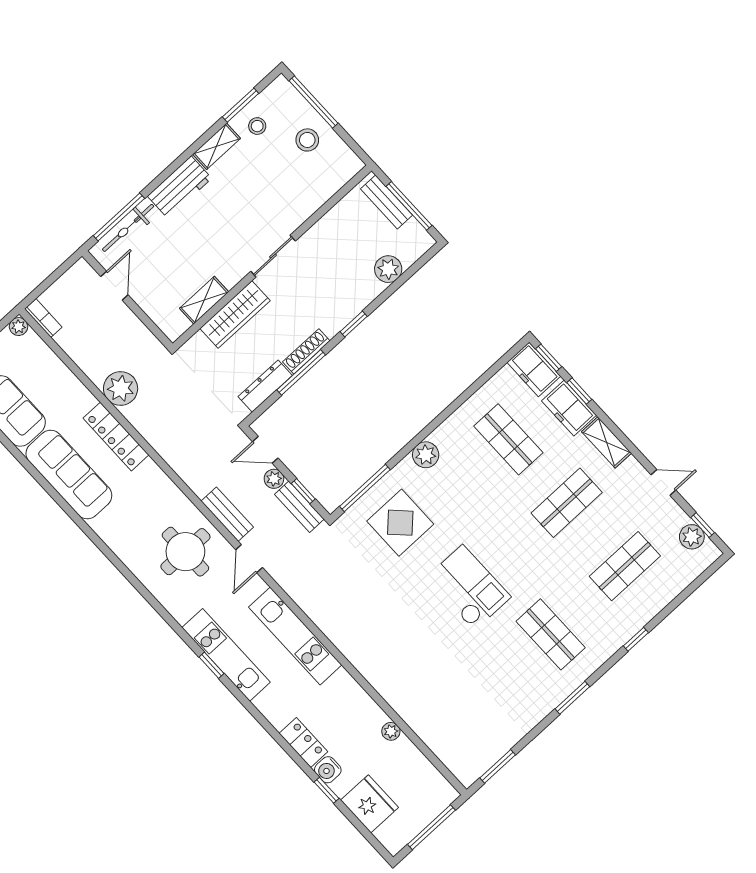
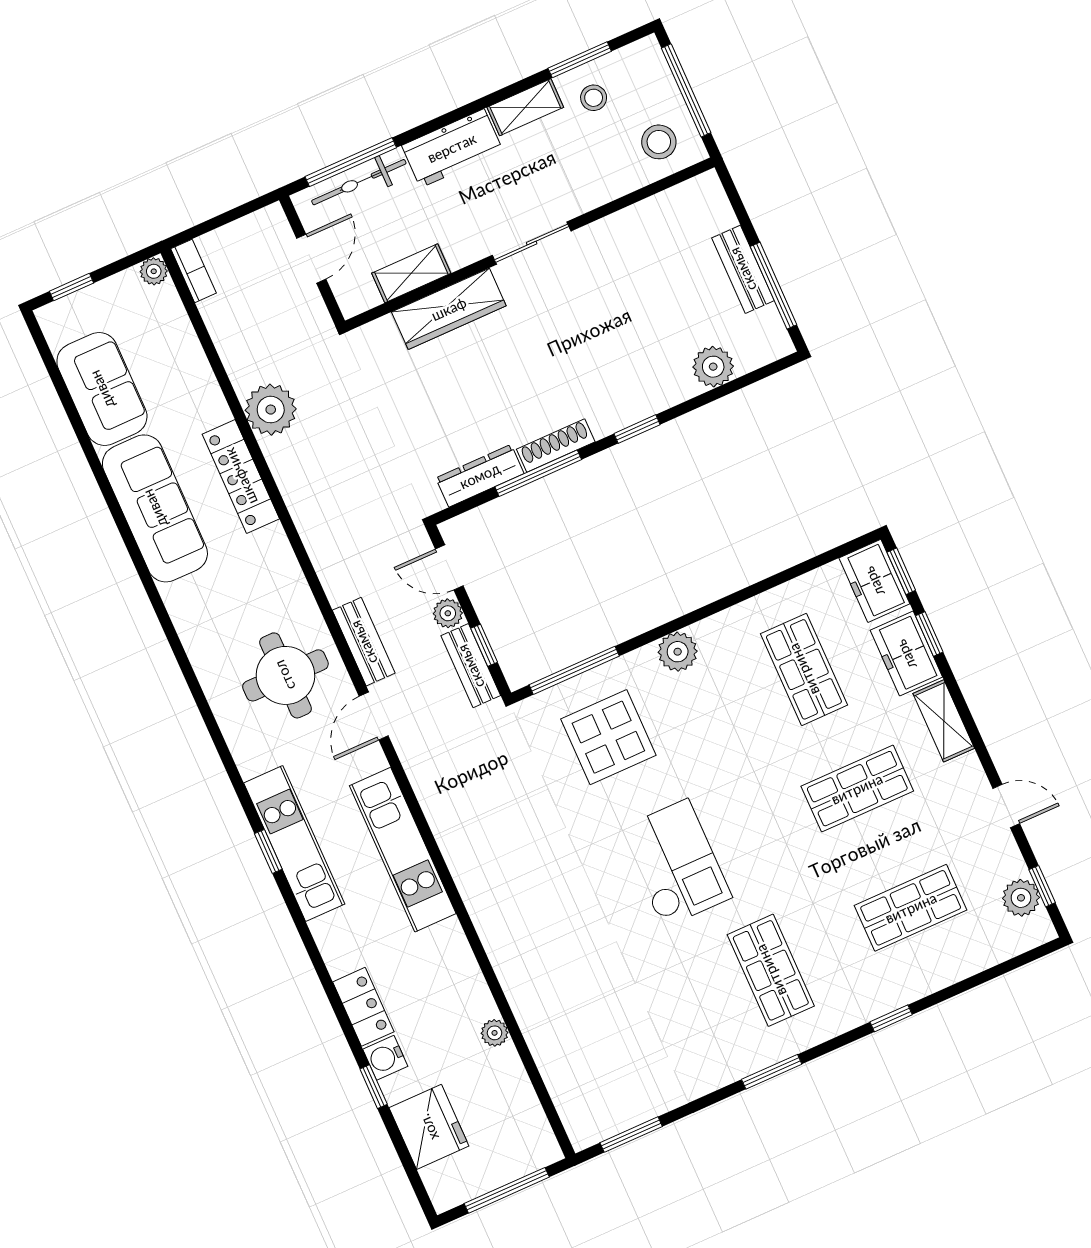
sliding door: (273, 256) -> (532, 243), moved
wall: (272, 257) -> (530, 244), moved
shelving: (204, 300) -> (411, 273), moved
wardrobe: (235, 314) -> (449, 309), moved

